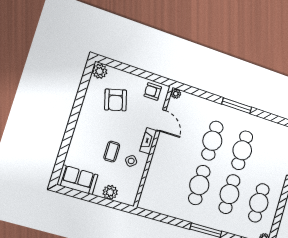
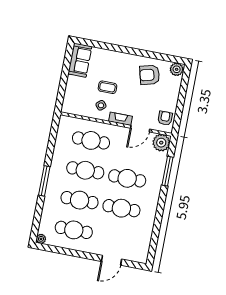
plant: (176, 94) -> (161, 143), width x1.88, depth x1.88
armchair: (116, 100) -> (150, 75), moved
window: (237, 106) -> (167, 171), moved
cafe table: (168, 176) -> (91, 140), added
plant: (110, 192) -> (71, 90), removed

